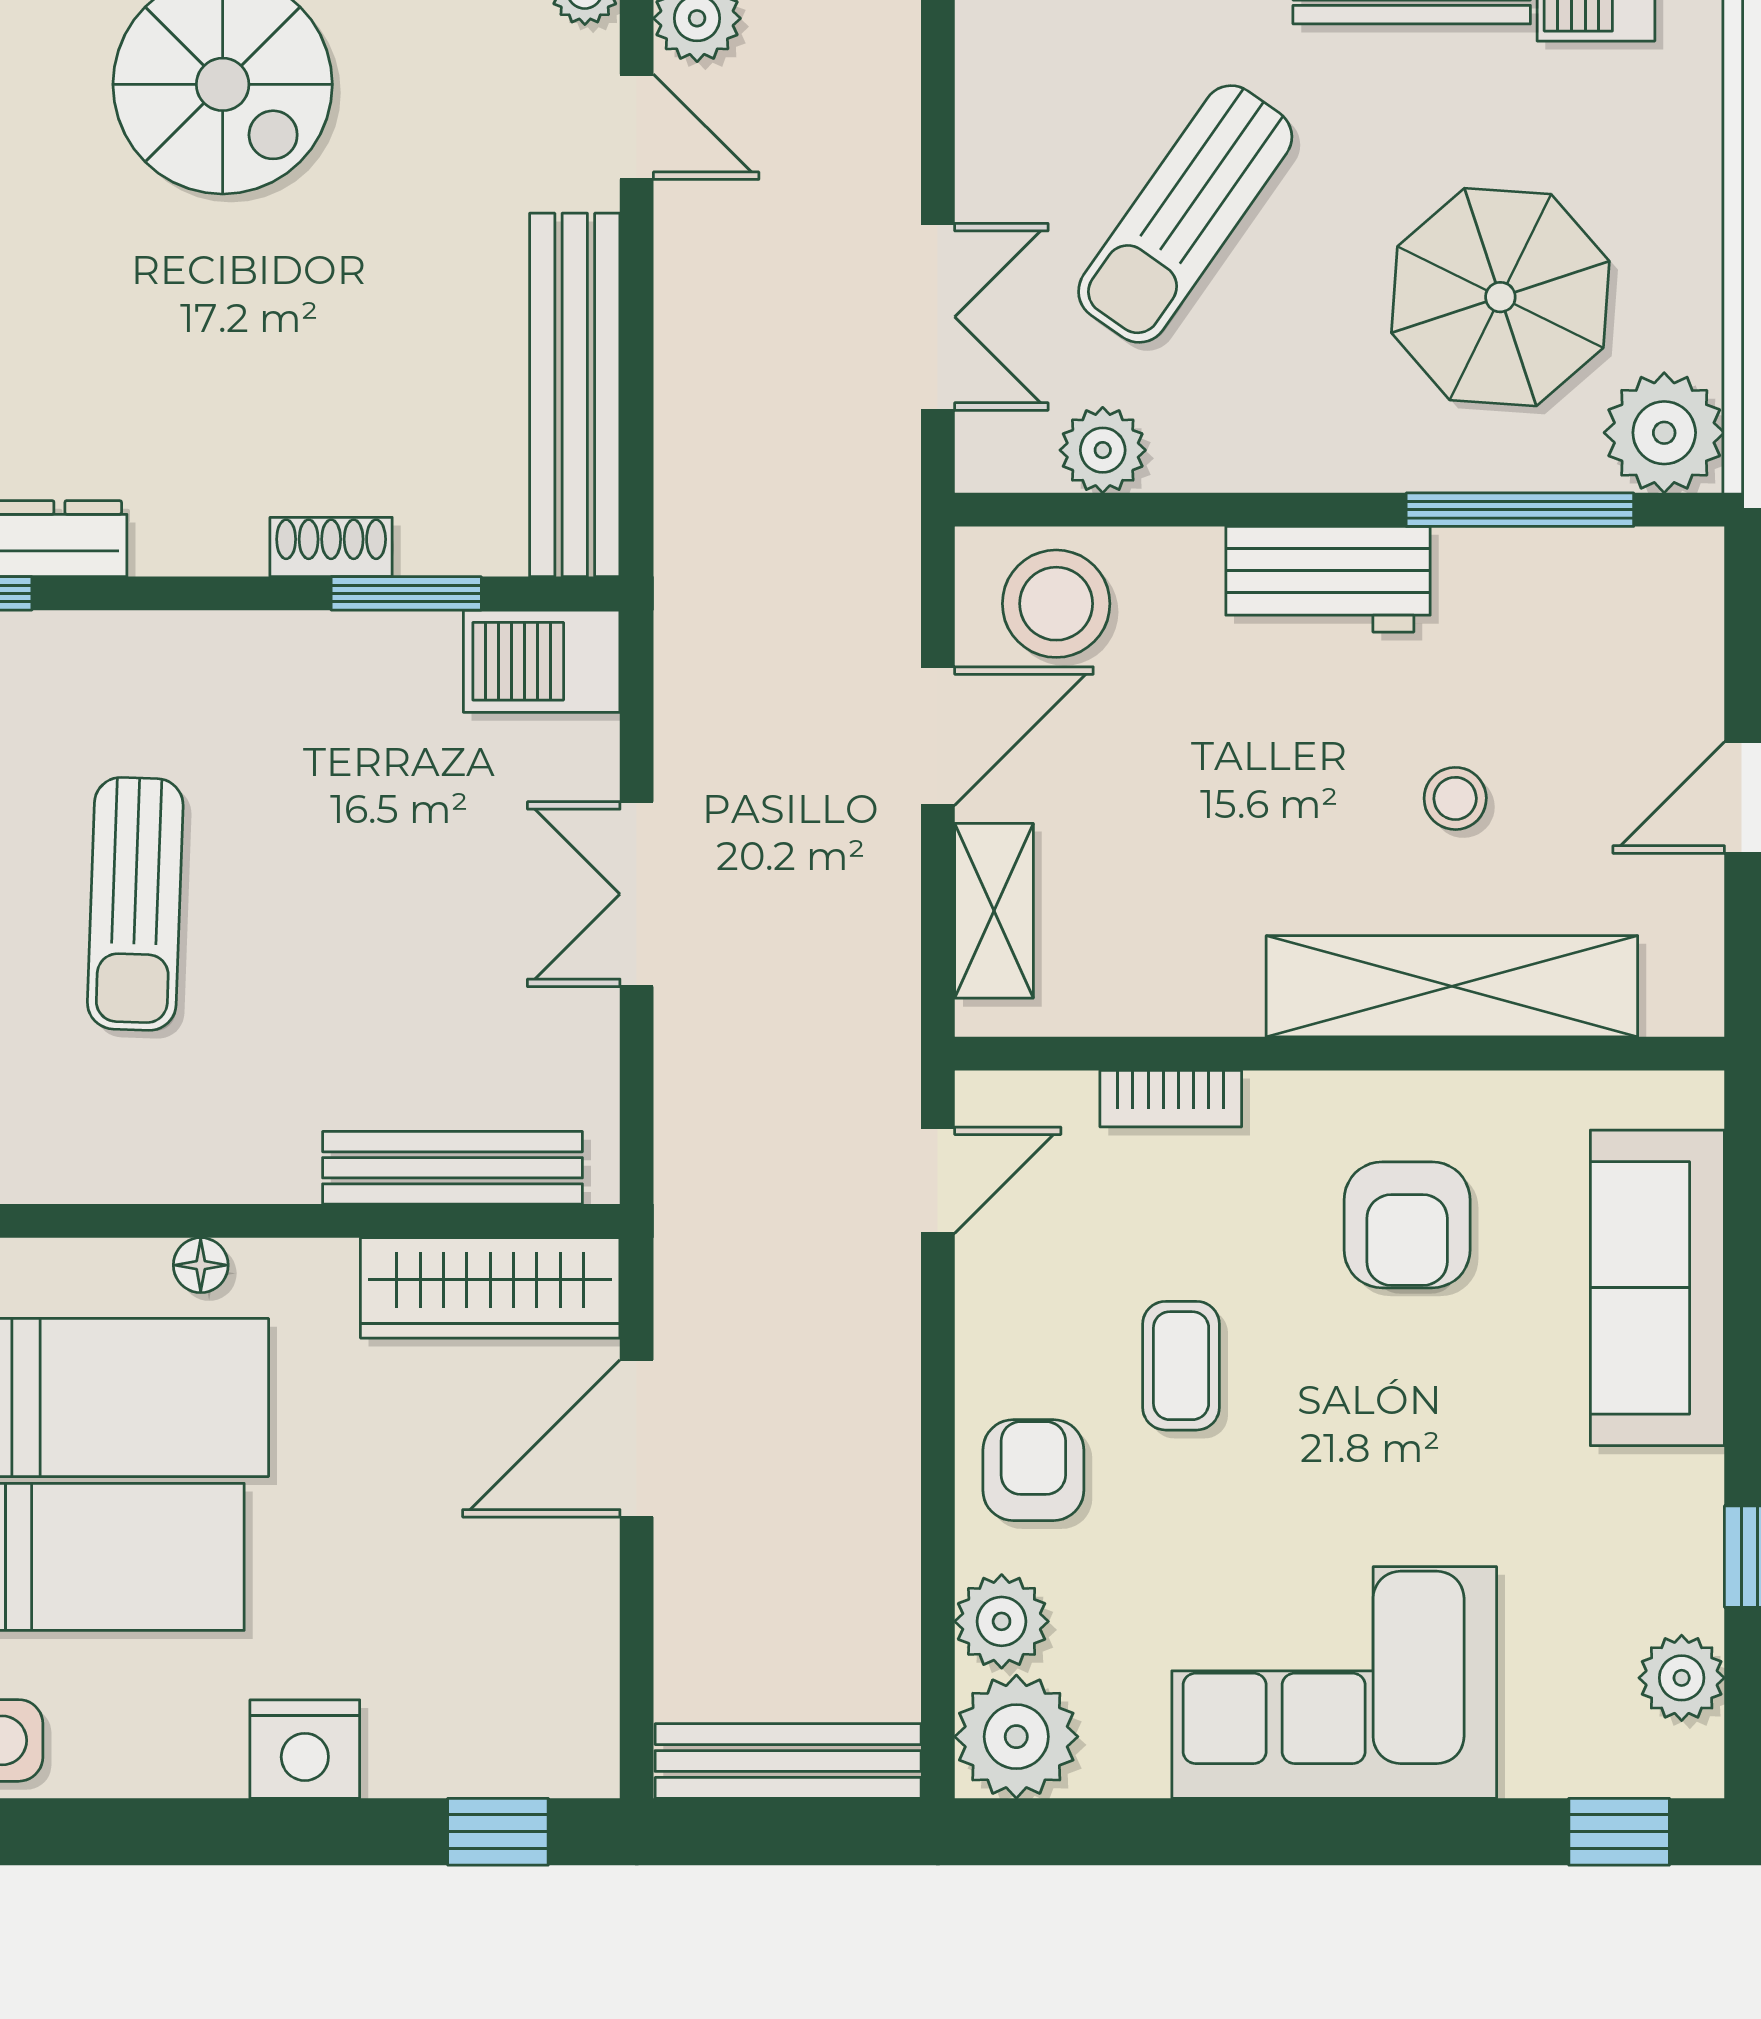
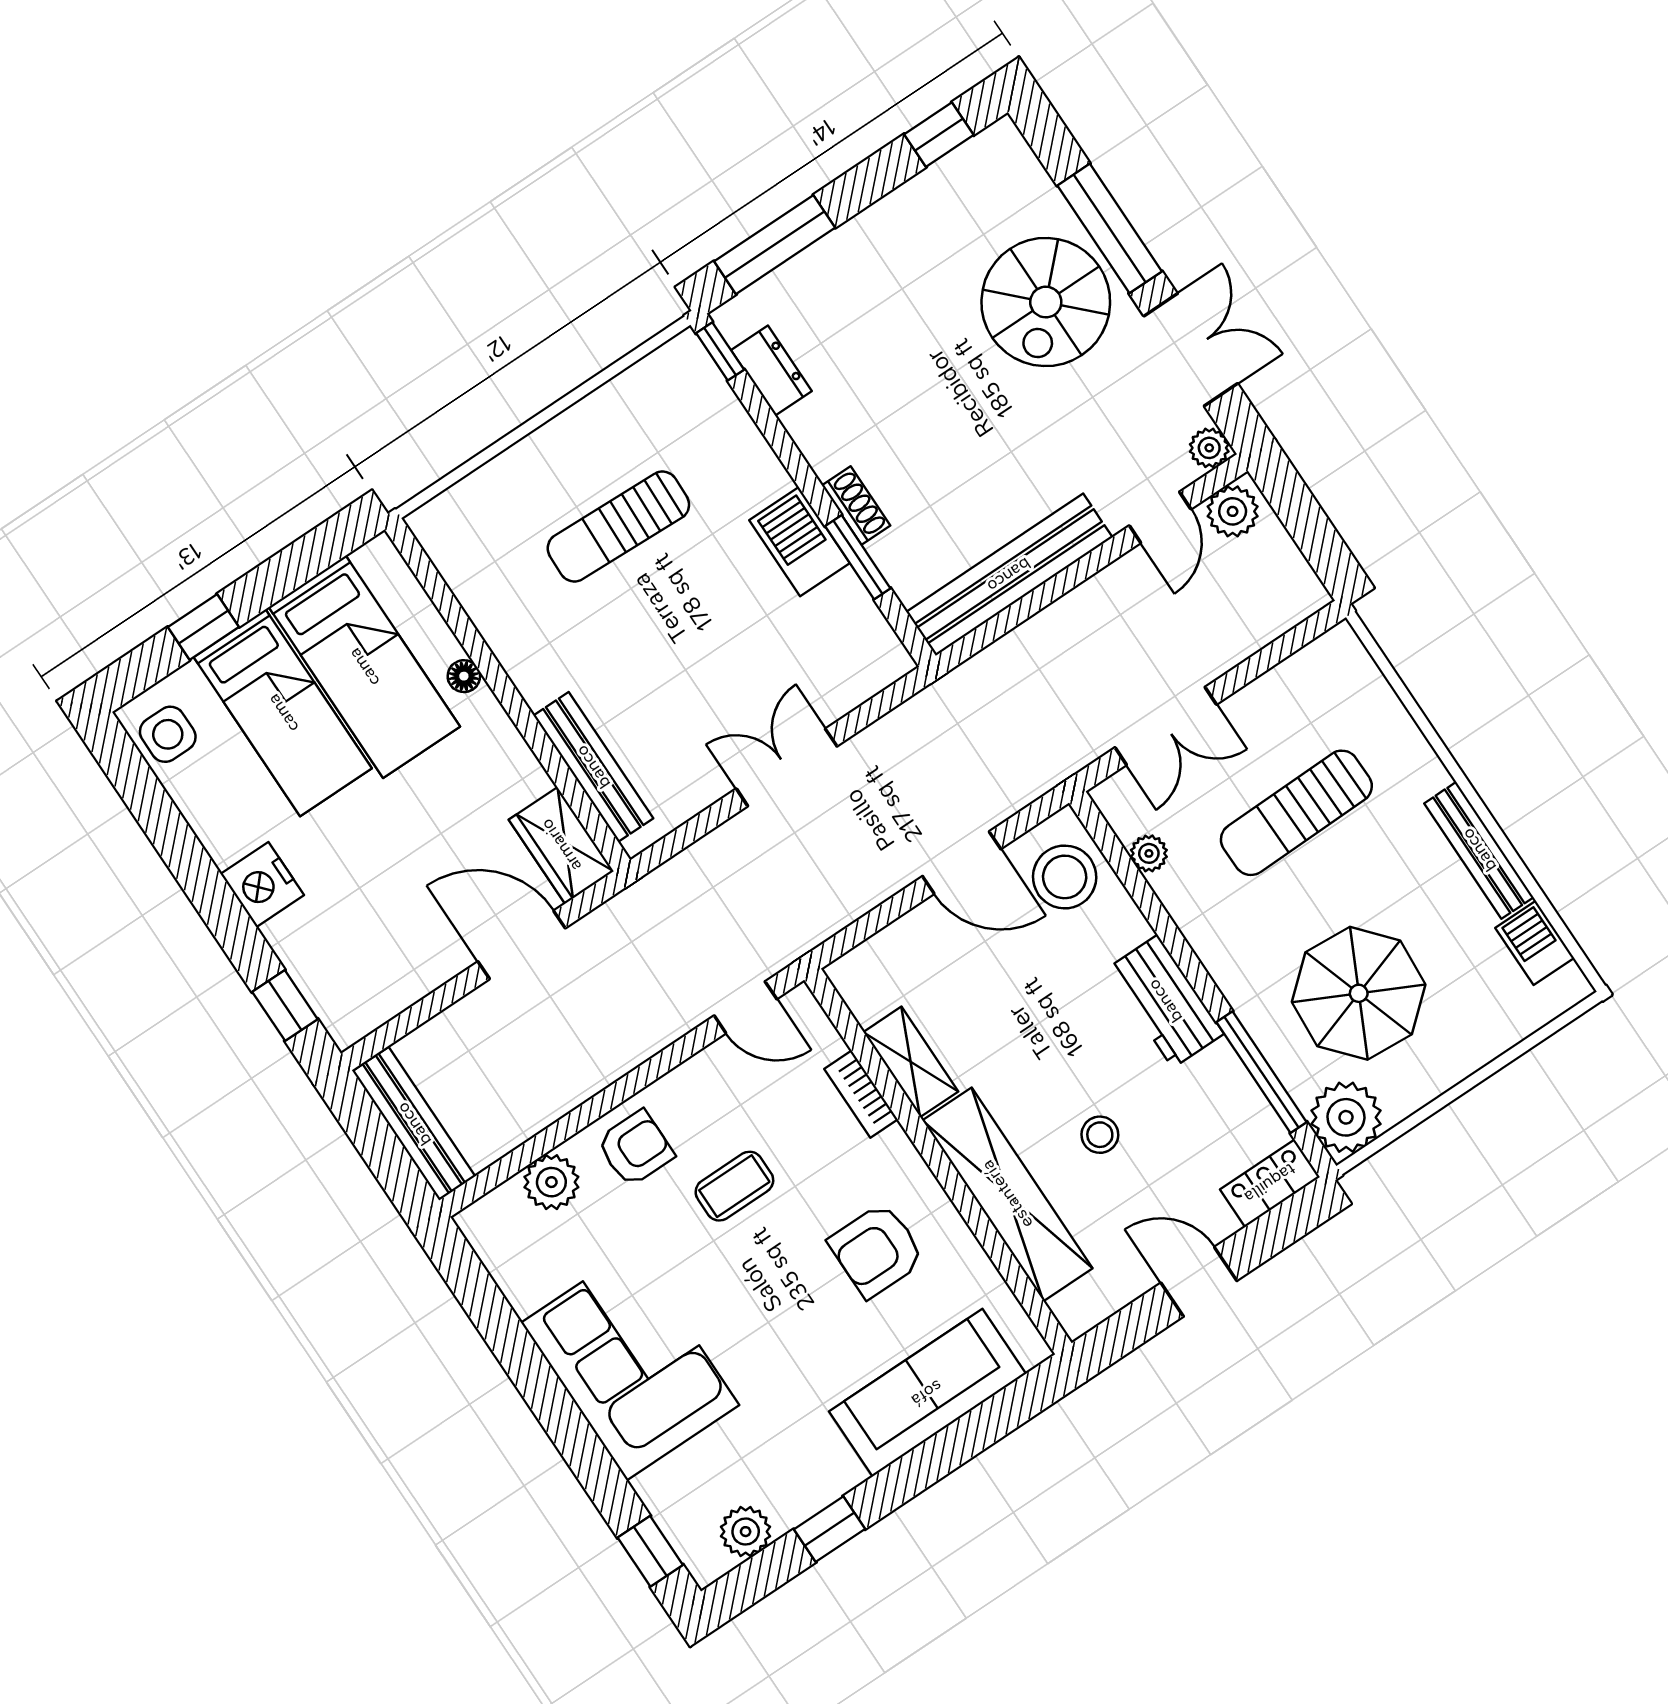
sun lounger: (1185, 214) -> (1296, 813), turned -36
plant: (1103, 450) -> (1149, 853), width x0.73, depth x0.73
locker: (1686, 603) -> (1270, 1183), added
barbecue: (542, 661) -> (800, 542), moved
shelving: (994, 911) -> (911, 1062), moved, turned 90
wardrobe: (490, 1288) -> (561, 845), width x0.67
plant: (1016, 1737) -> (500, 1227), removed

